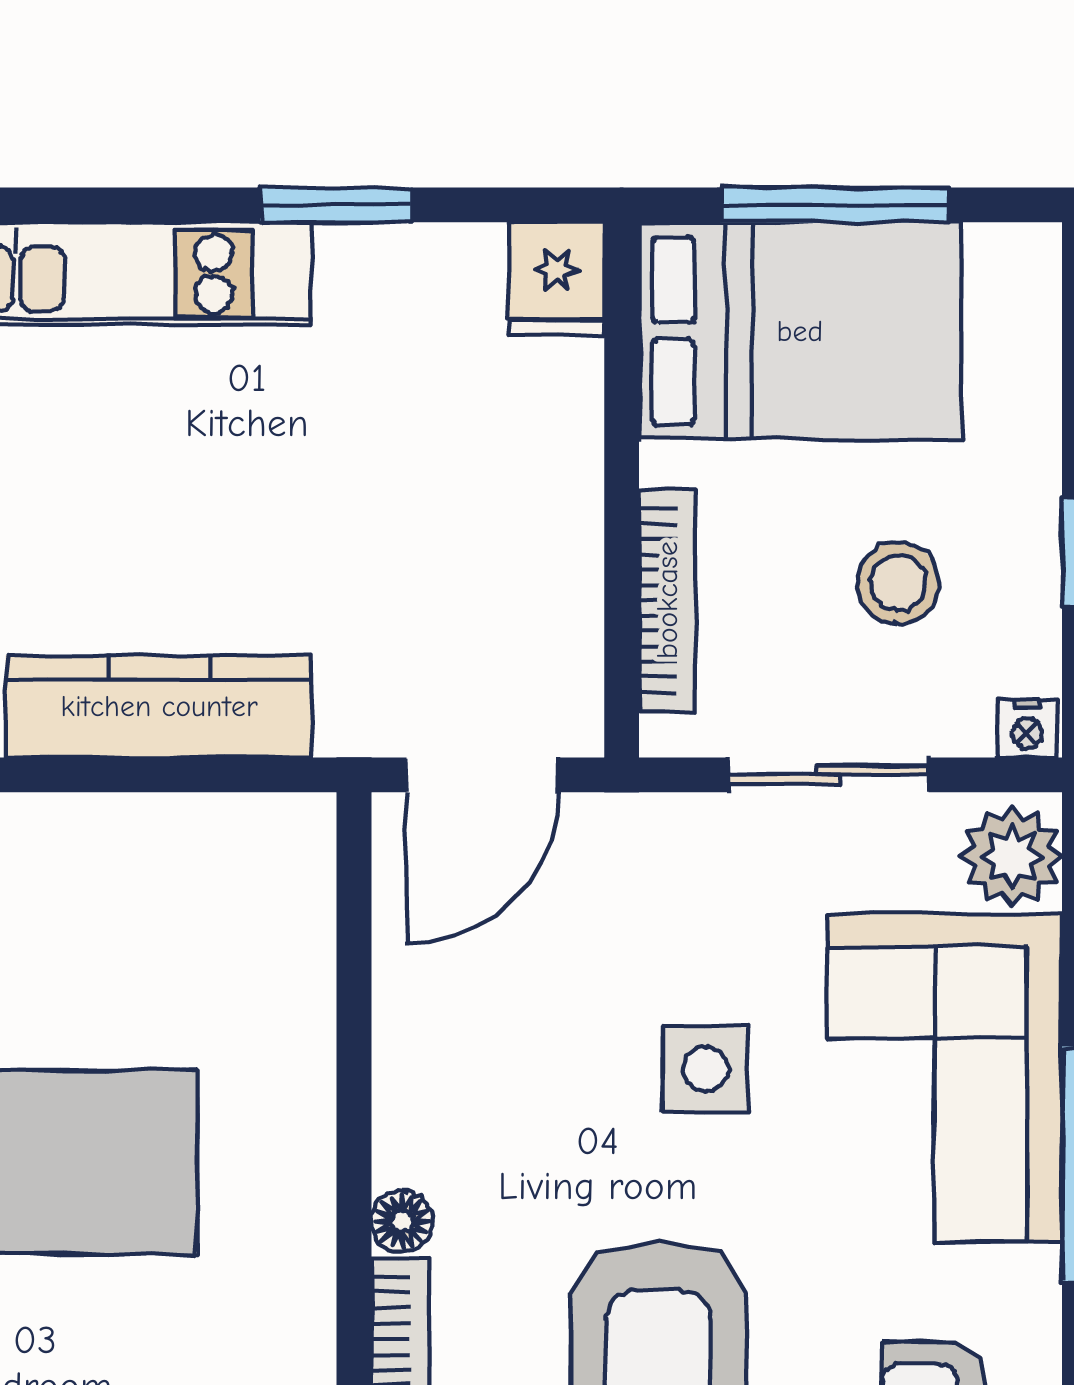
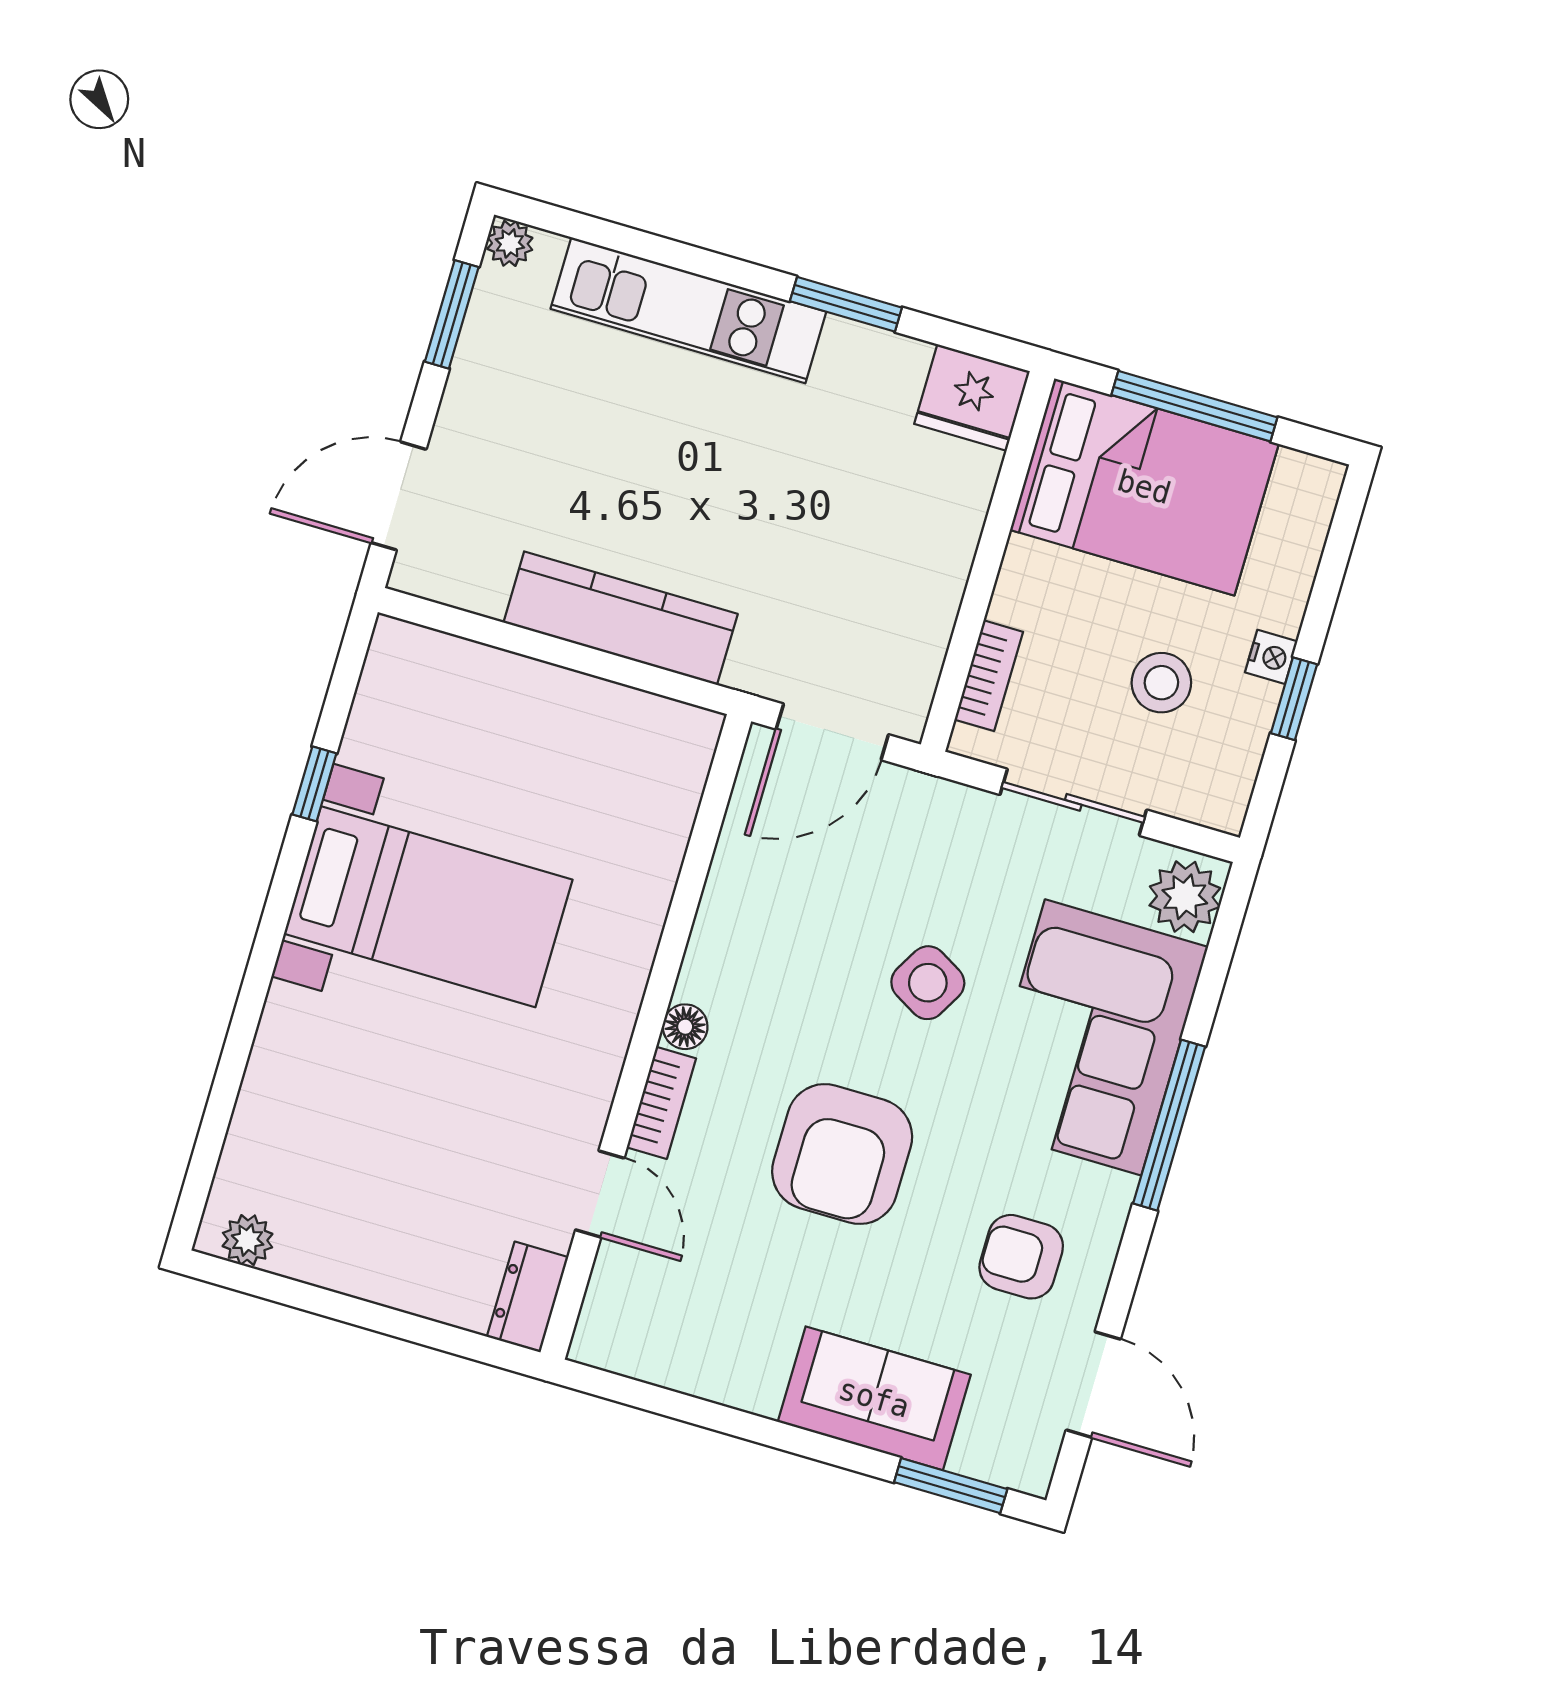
fridge: (556, 279) -> (972, 398), width x1.38
bookcase: (667, 600) -> (989, 676), width x0.64
nightstand: (1027, 729) -> (1271, 657), moved, turned -90
side table: (706, 1069) -> (928, 983), turned 30

